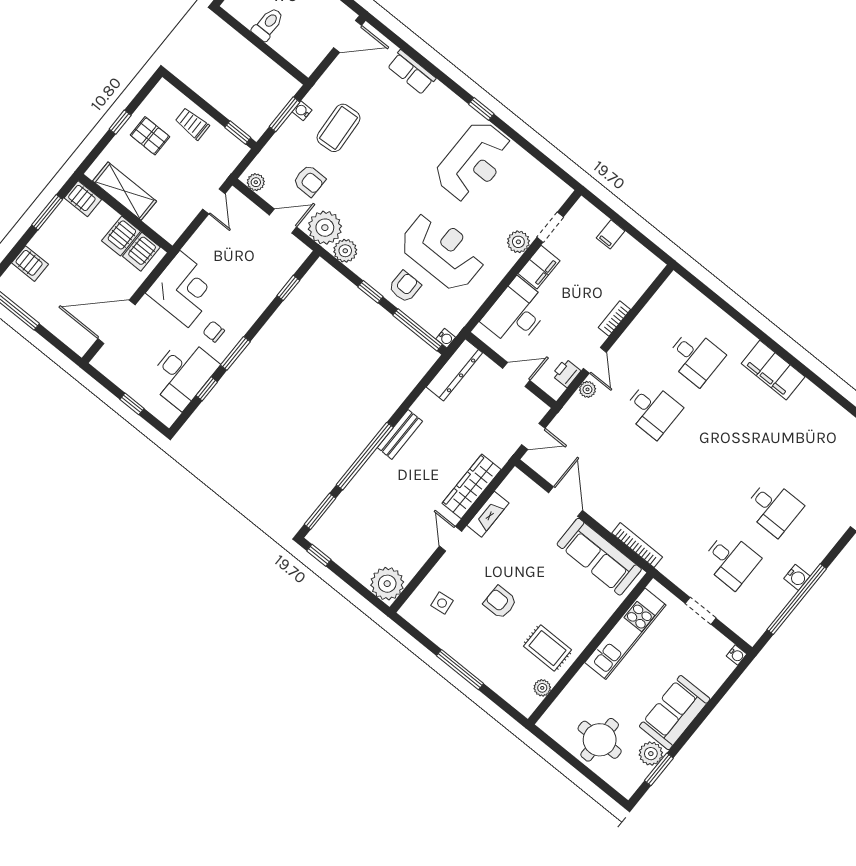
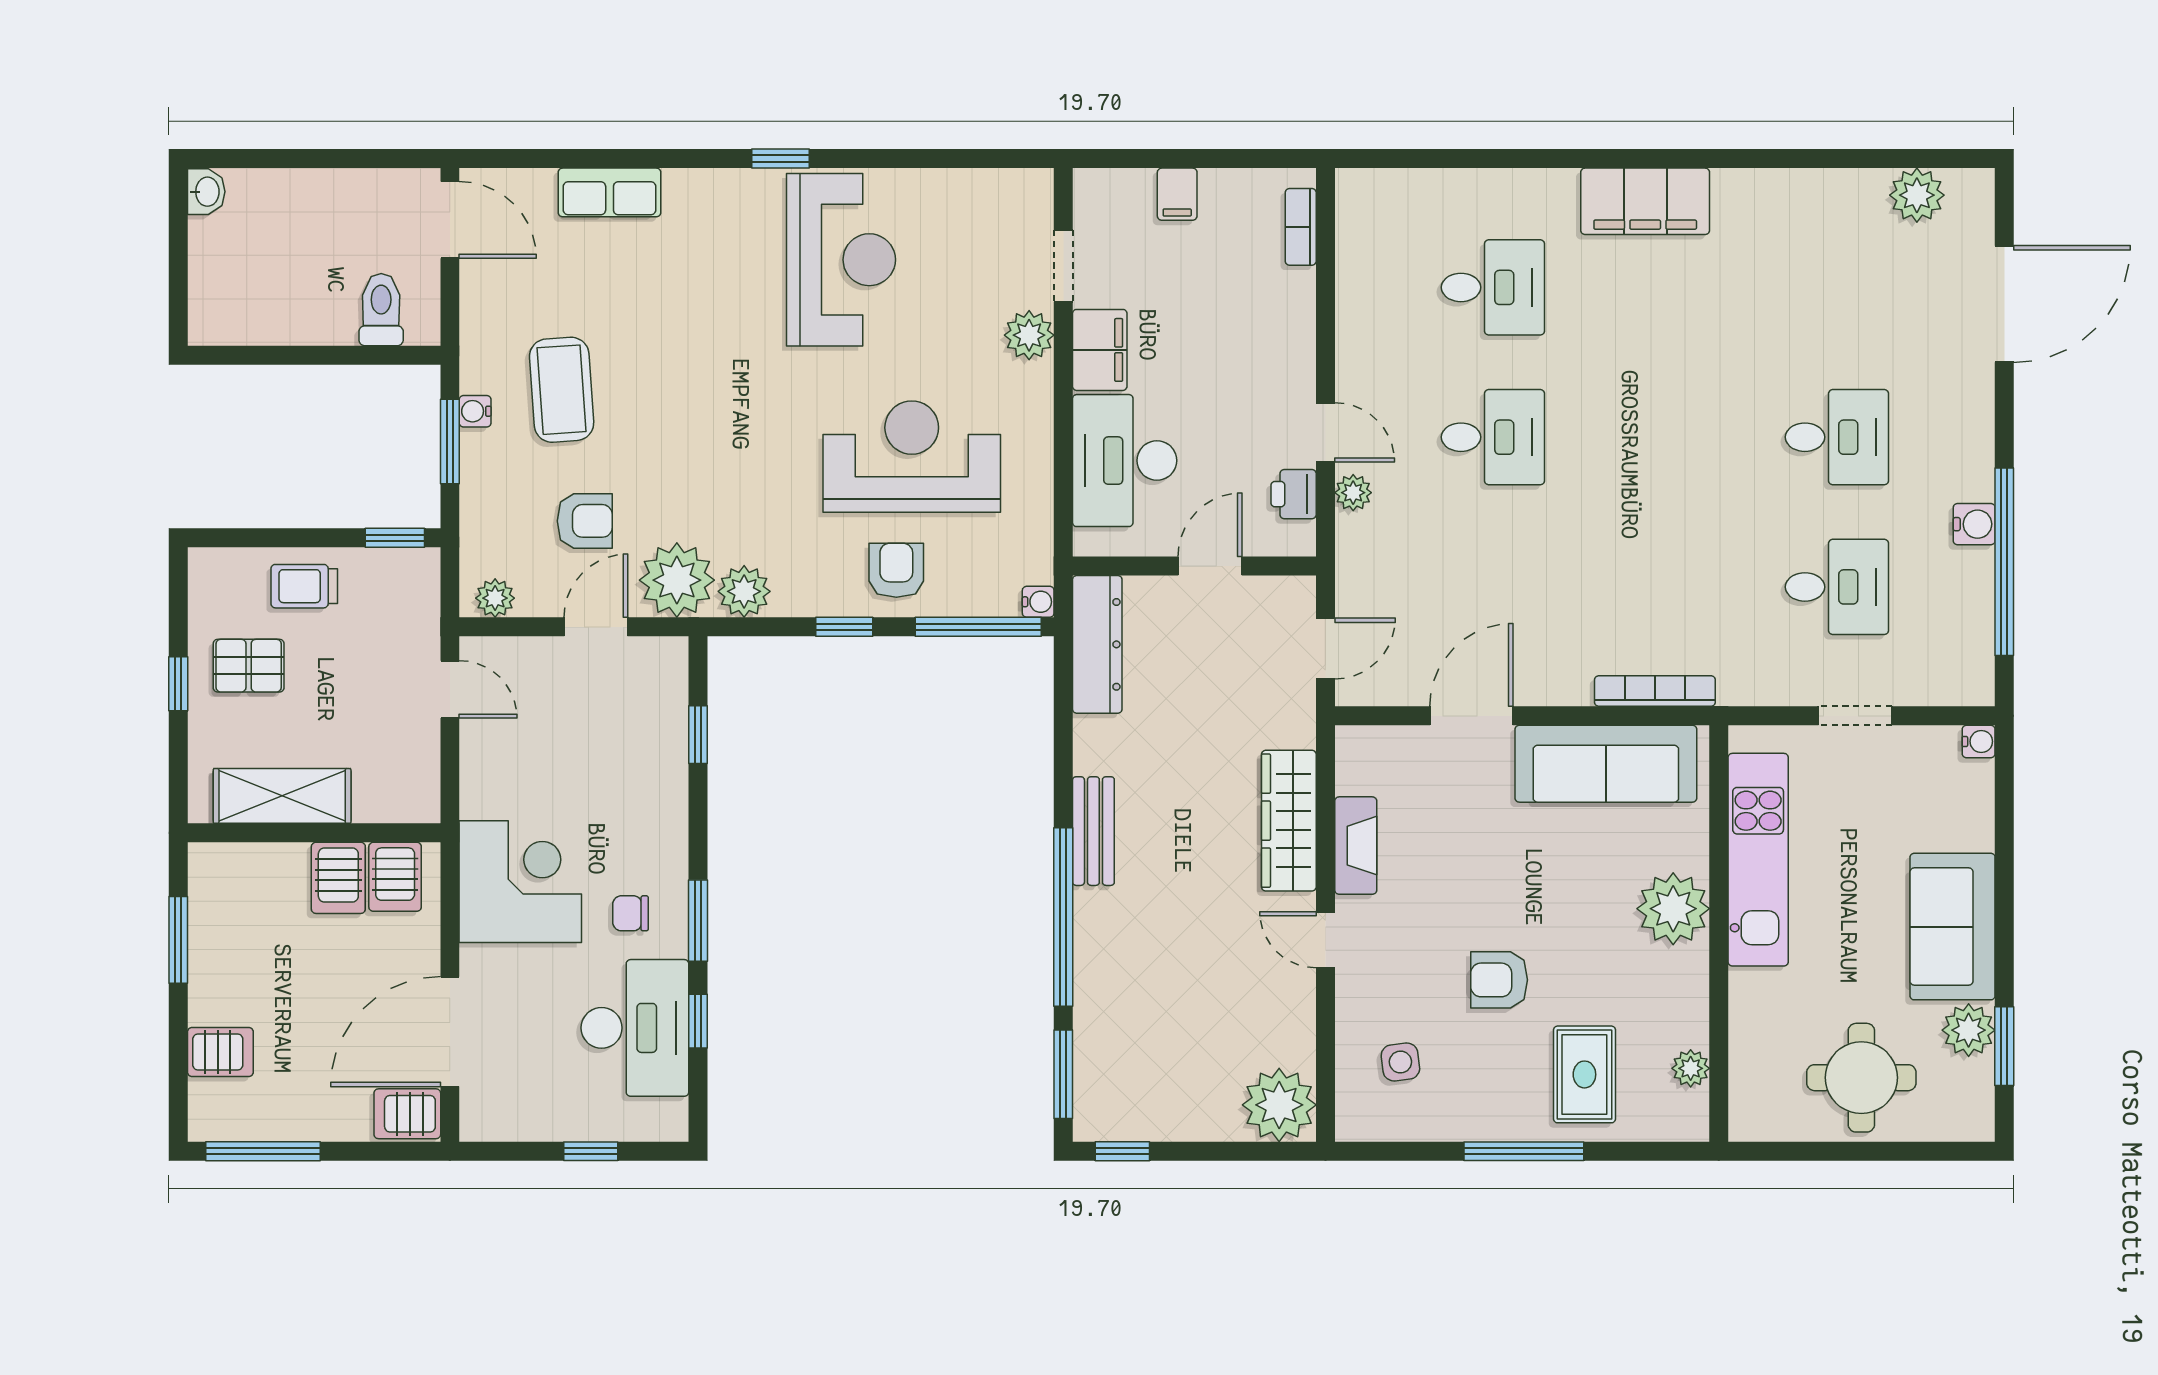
toilet: (268, 24) -> (381, 310), moved
door: (348, 36) -> (450, 220), hinge flipped
server rack: (83, 199) -> (407, 1114), moved, turned 180
bookcase: (614, 319) -> (1301, 227), moved
door: (566, 502) -> (1471, 716), hinge flipped
plant: (582, 627) -> (1673, 909), added
rug: (548, 648) -> (1584, 1074), moved, turned 90

